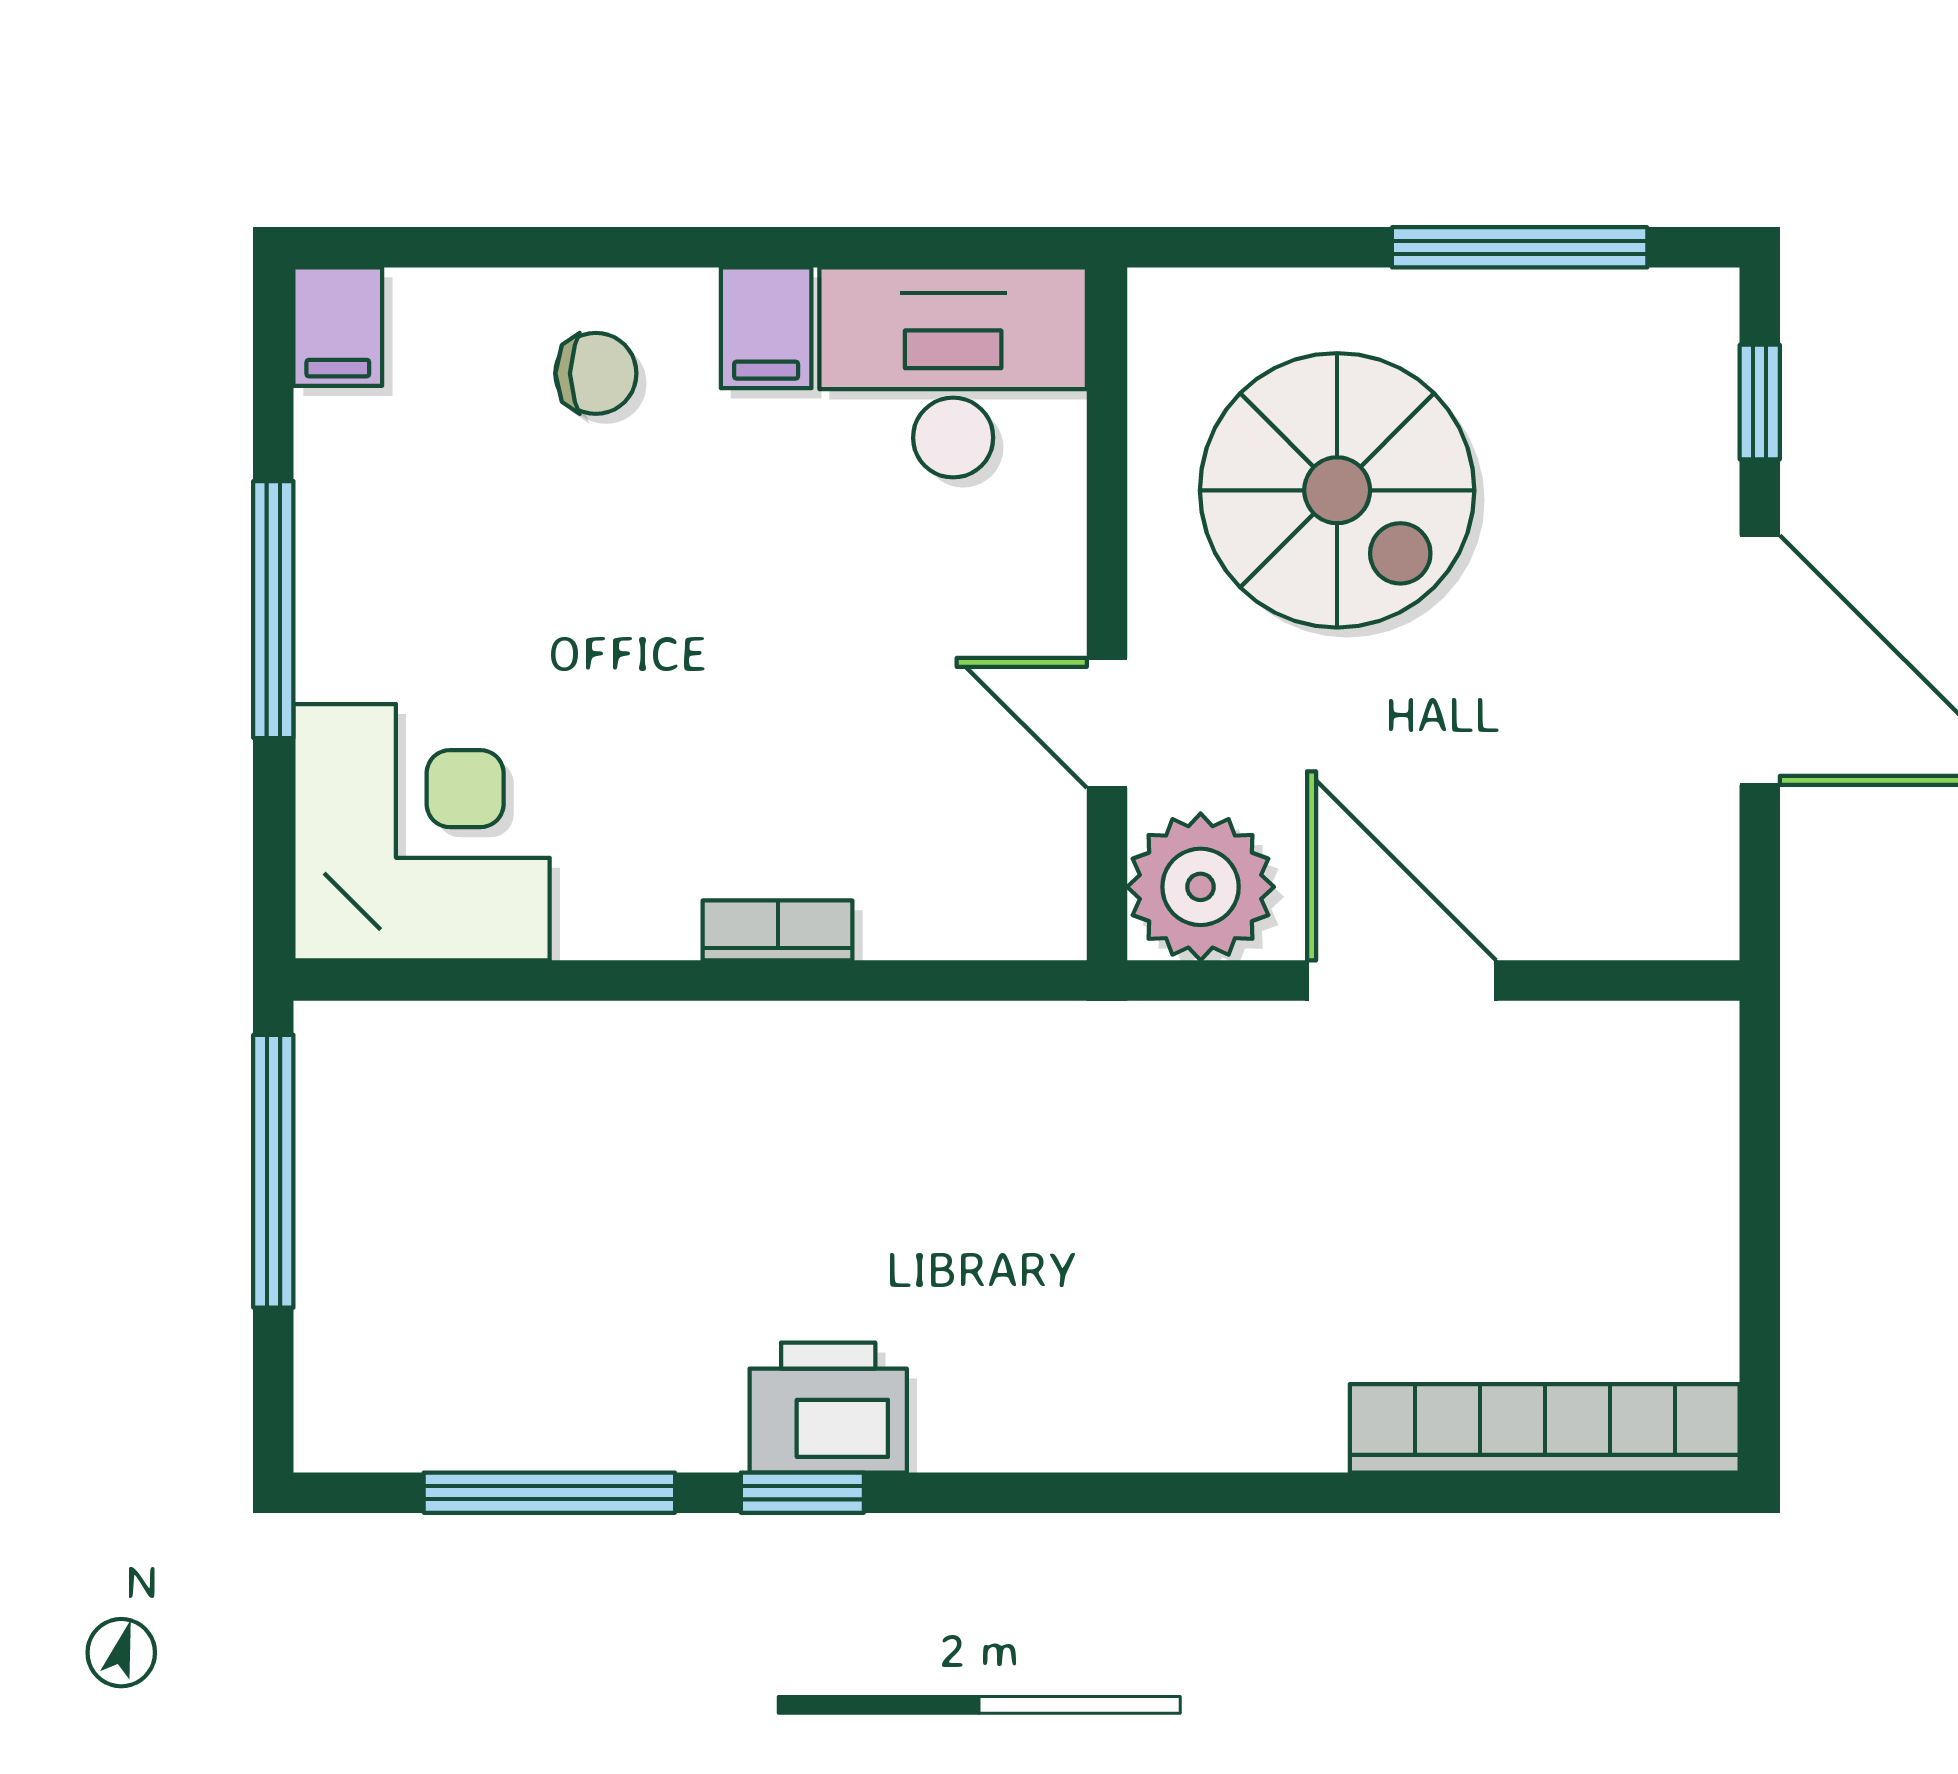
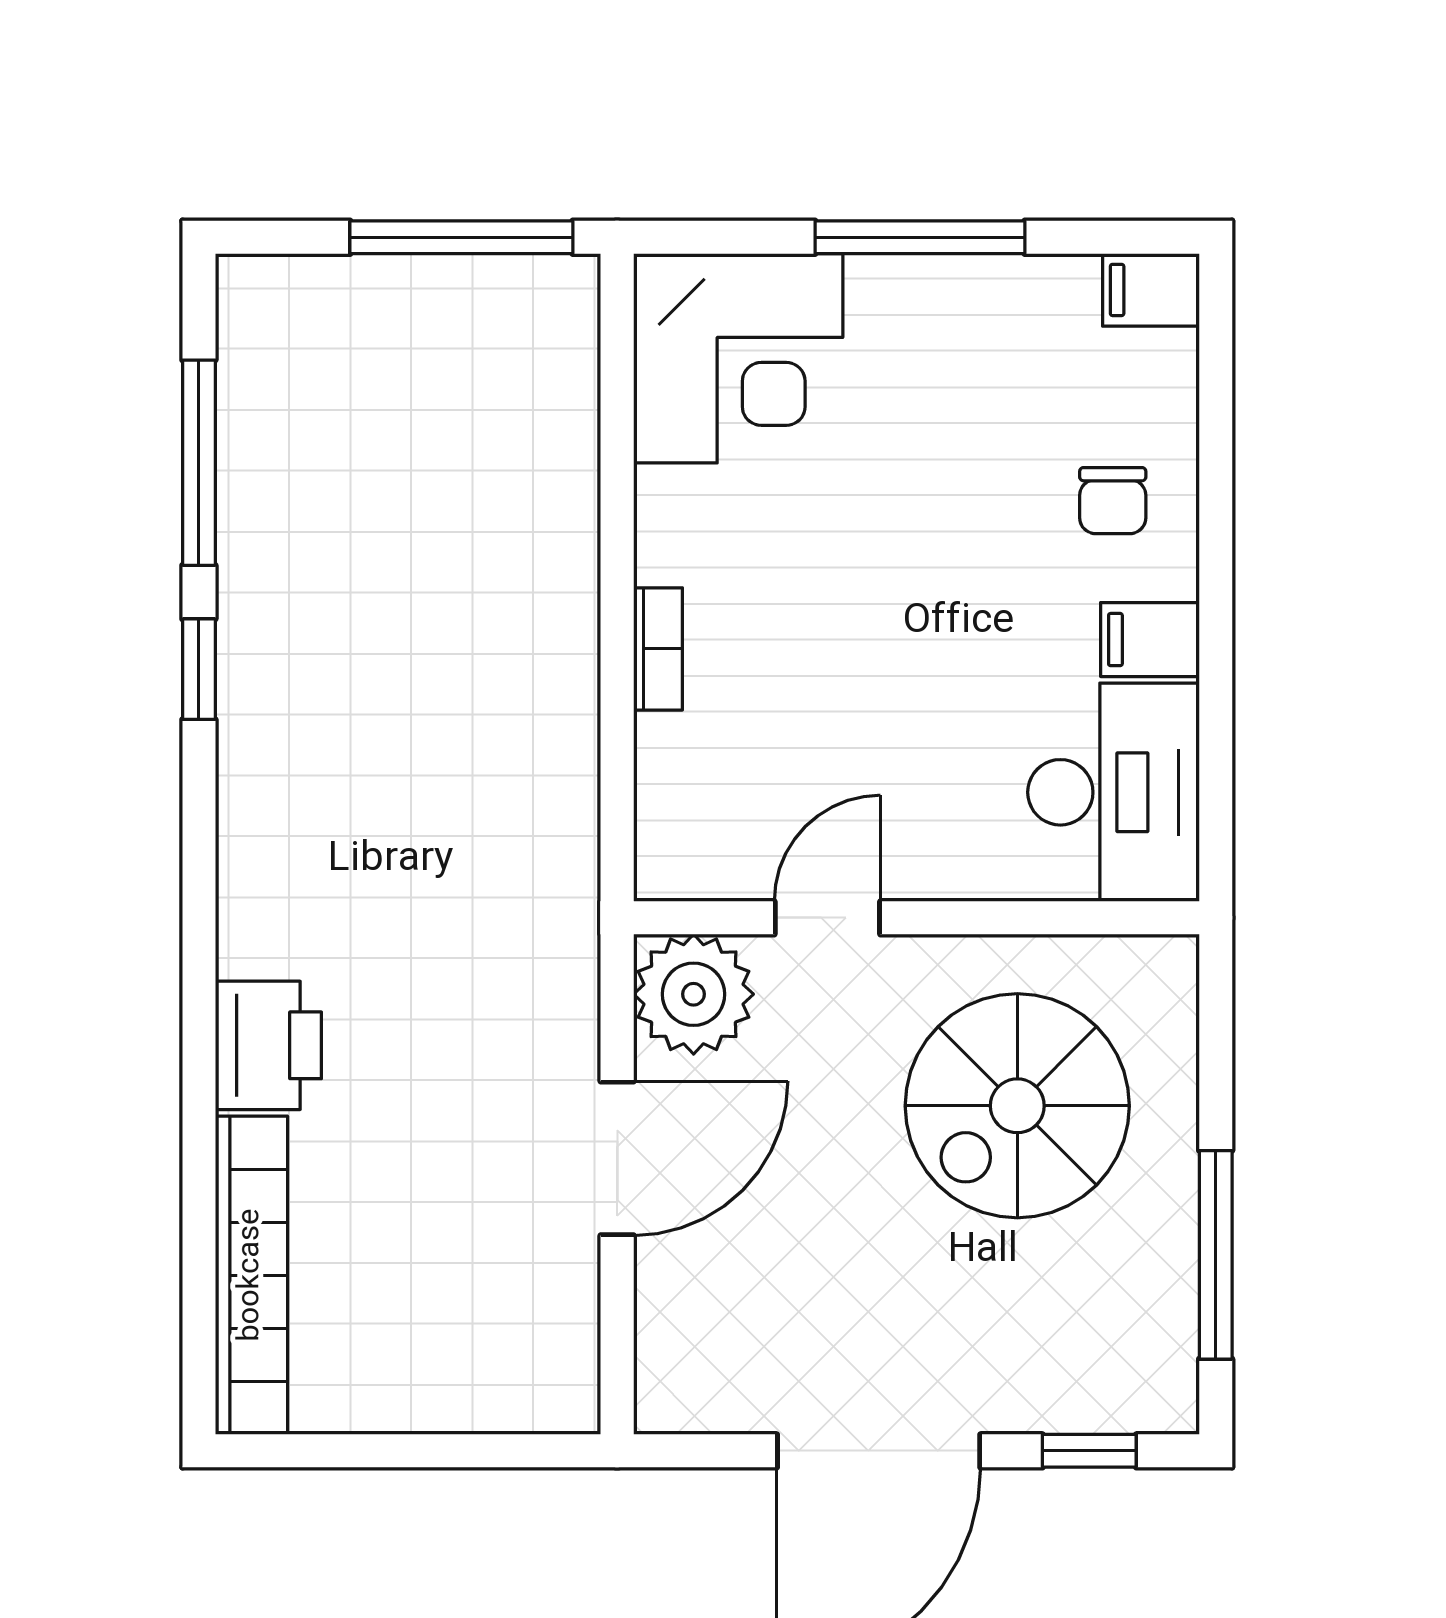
printer: (828, 1408) -> (268, 1045), moved

